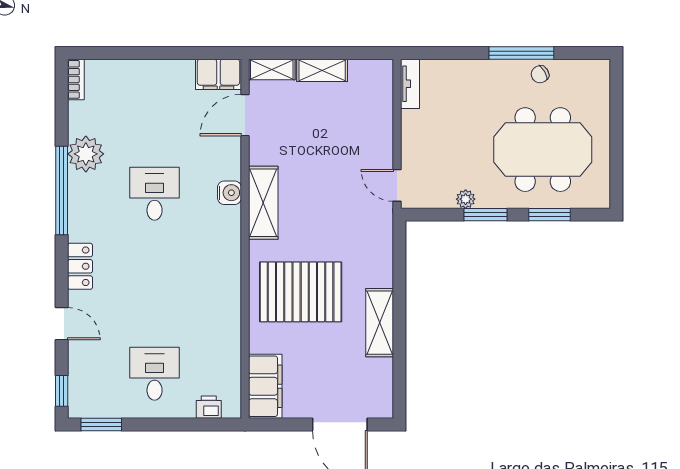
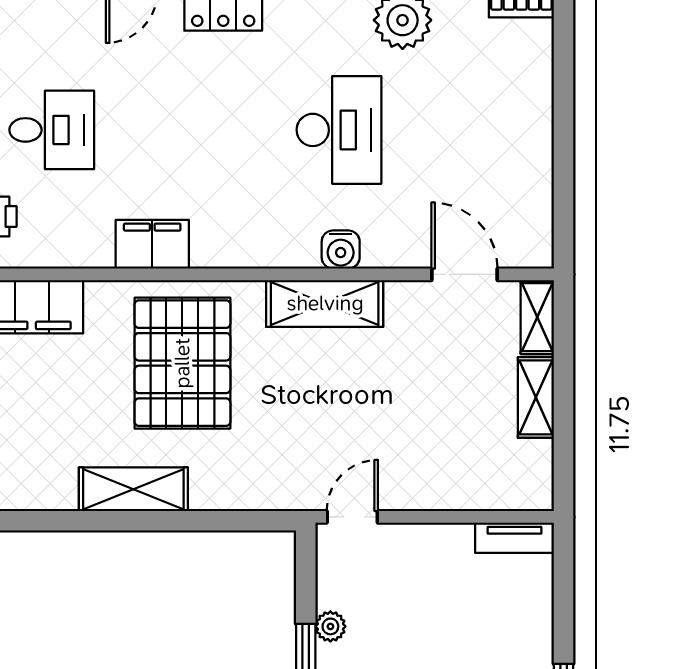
filing cabinet: (218, 74) -> (152, 244), moved, turned 90
desk: (155, 194) -> (339, 130), width x1.37

